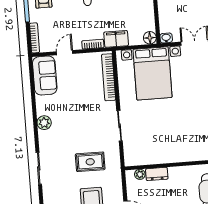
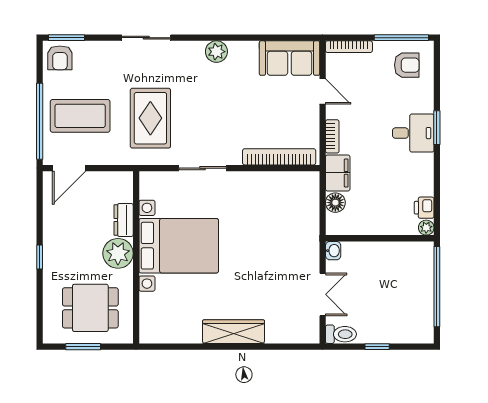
floor lamp: (150, 38) -> (335, 203), moved
bed with nightstands: (153, 73) -> (179, 246), moved, turned 180
rug: (90, 162) -> (150, 118), width x1.36, depth x1.43
plant: (140, 174) -> (118, 253), moved, width x1.88, depth x1.88

